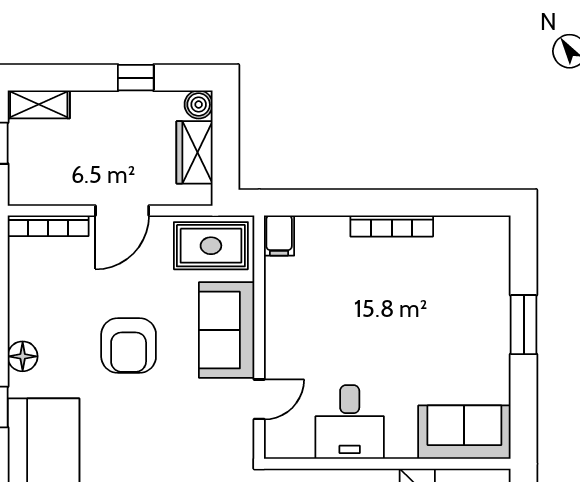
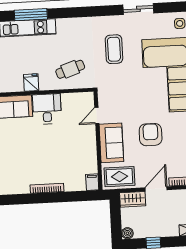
wardrobe: (195, 152) -> (133, 199), moved, turned 90
desk: (350, 422) -> (47, 109), moved

